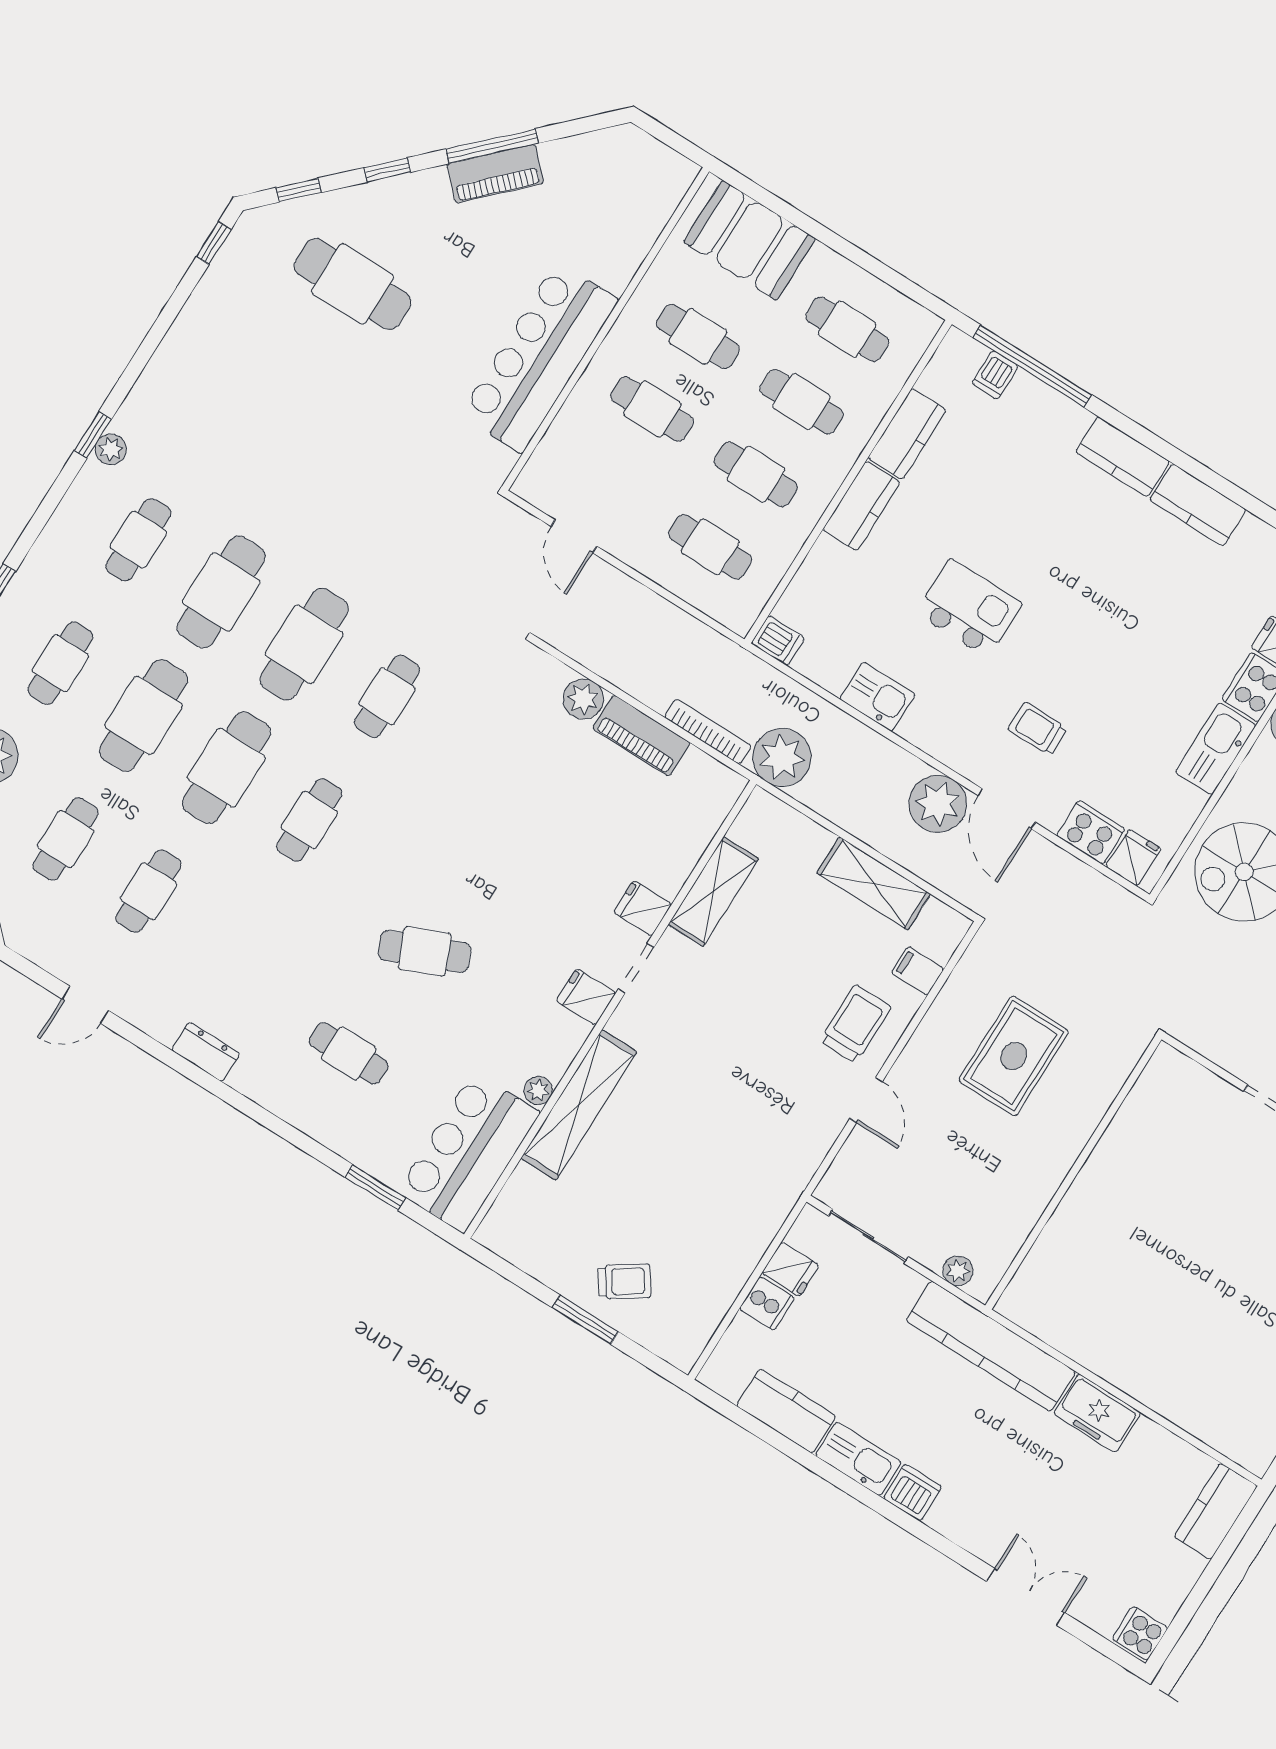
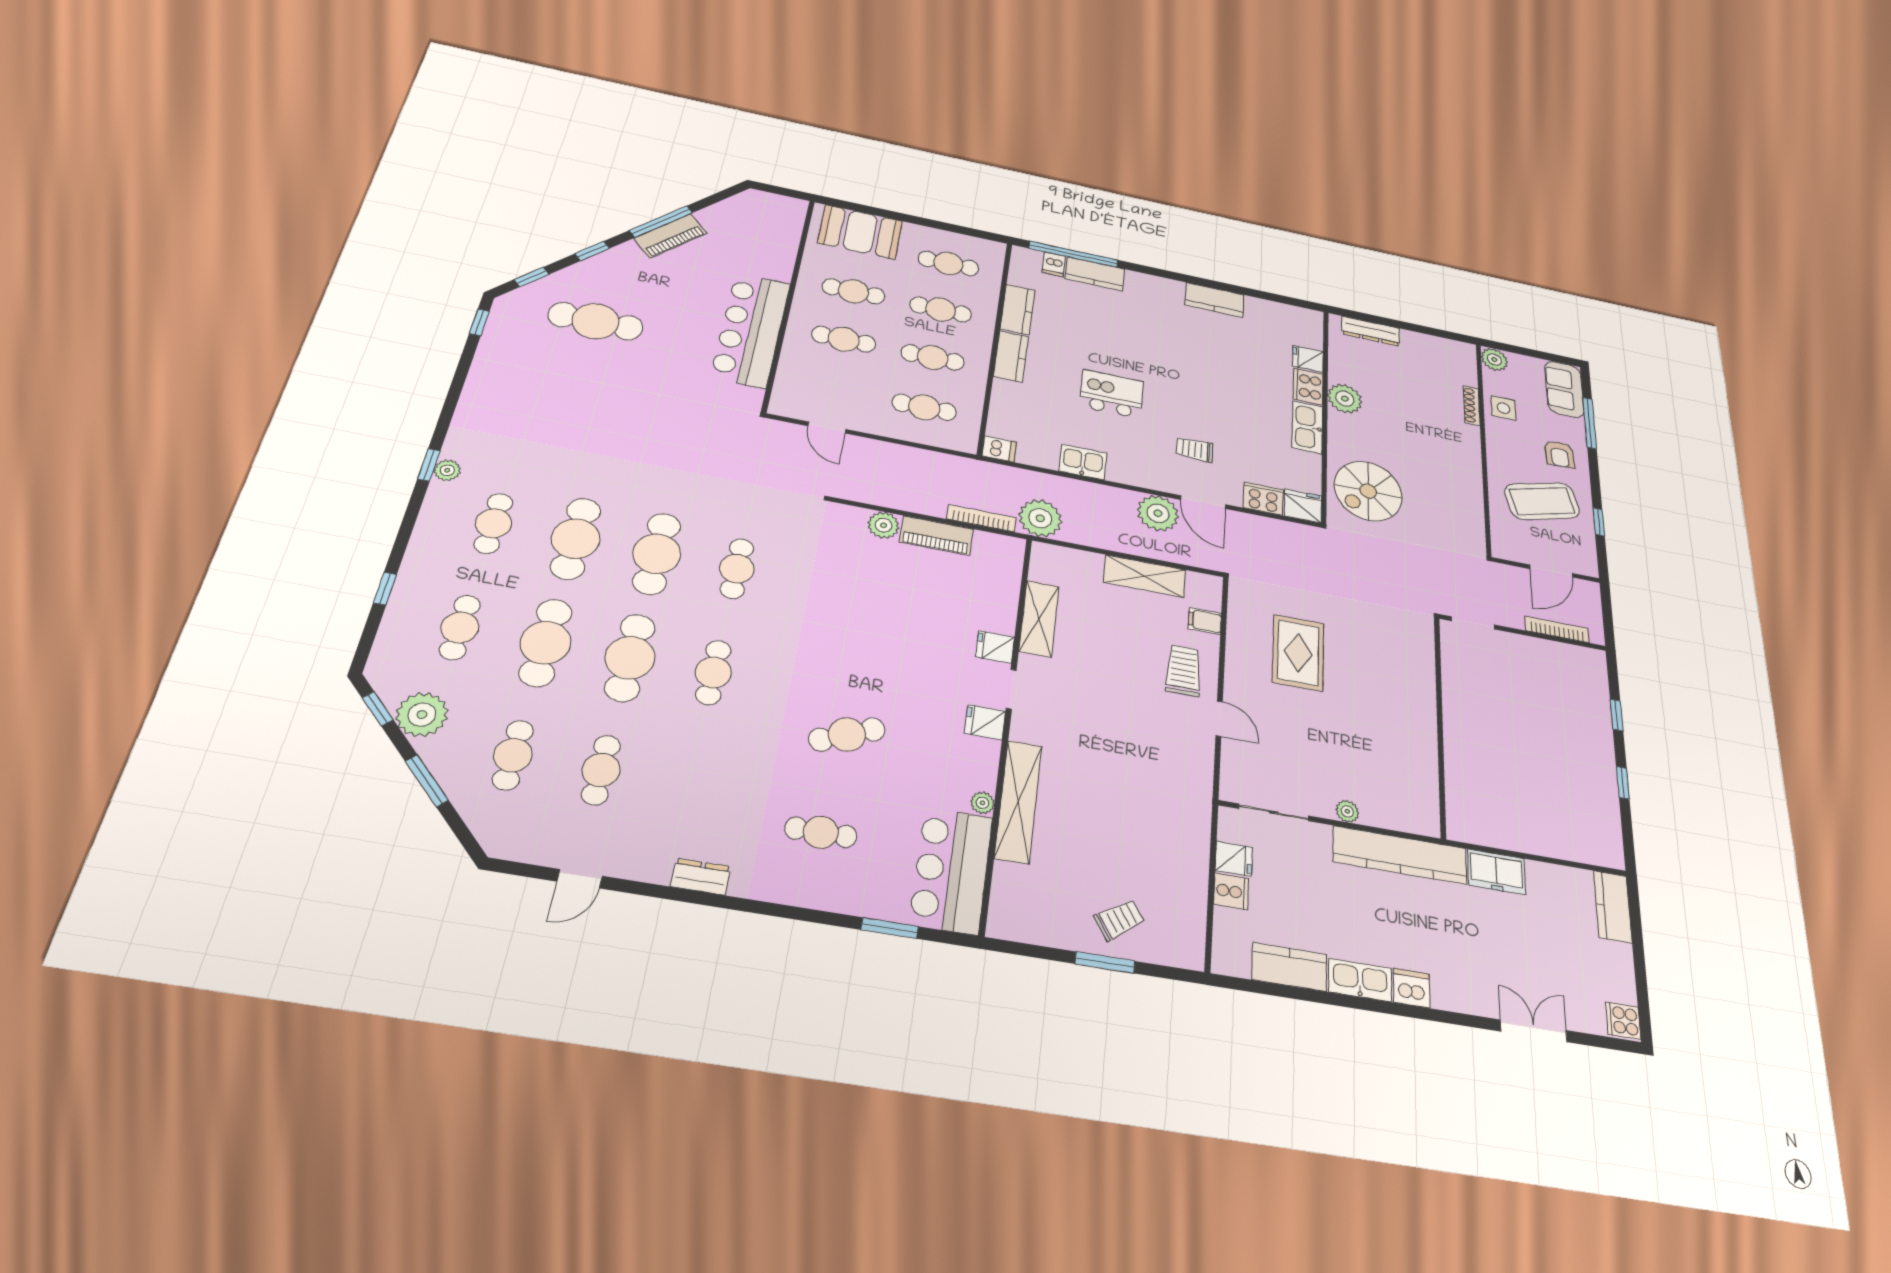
kitchen counter: (1123, 457) -> (1095, 274), moved
fridge: (1133, 858) -> (1303, 506), width x1.38
wall: (1073, 1172) -> (1440, 724), moved

